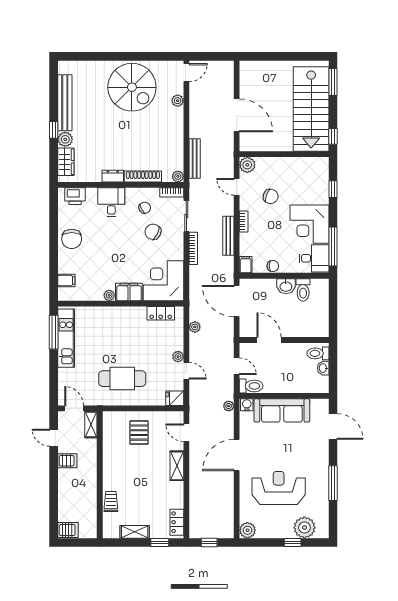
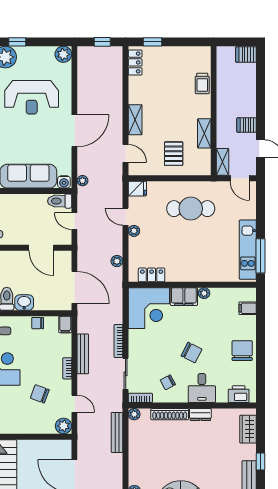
plant: (65, 139) -> (249, 452), removed
chair: (153, 232) -> (192, 353), moved
shelving: (135, 532) -> (204, 133), moved, turned 90

